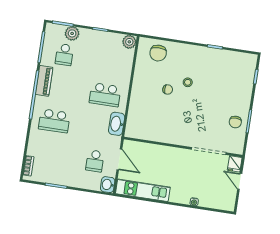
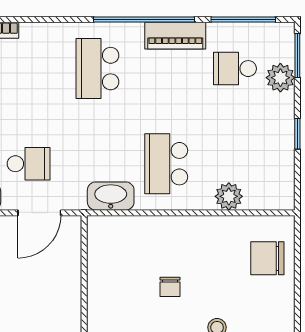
plant: (129, 42) -> (229, 196), moved
chair: (168, 90) -> (170, 287), moved
school desk: (95, 161) -> (29, 164), turned 180

